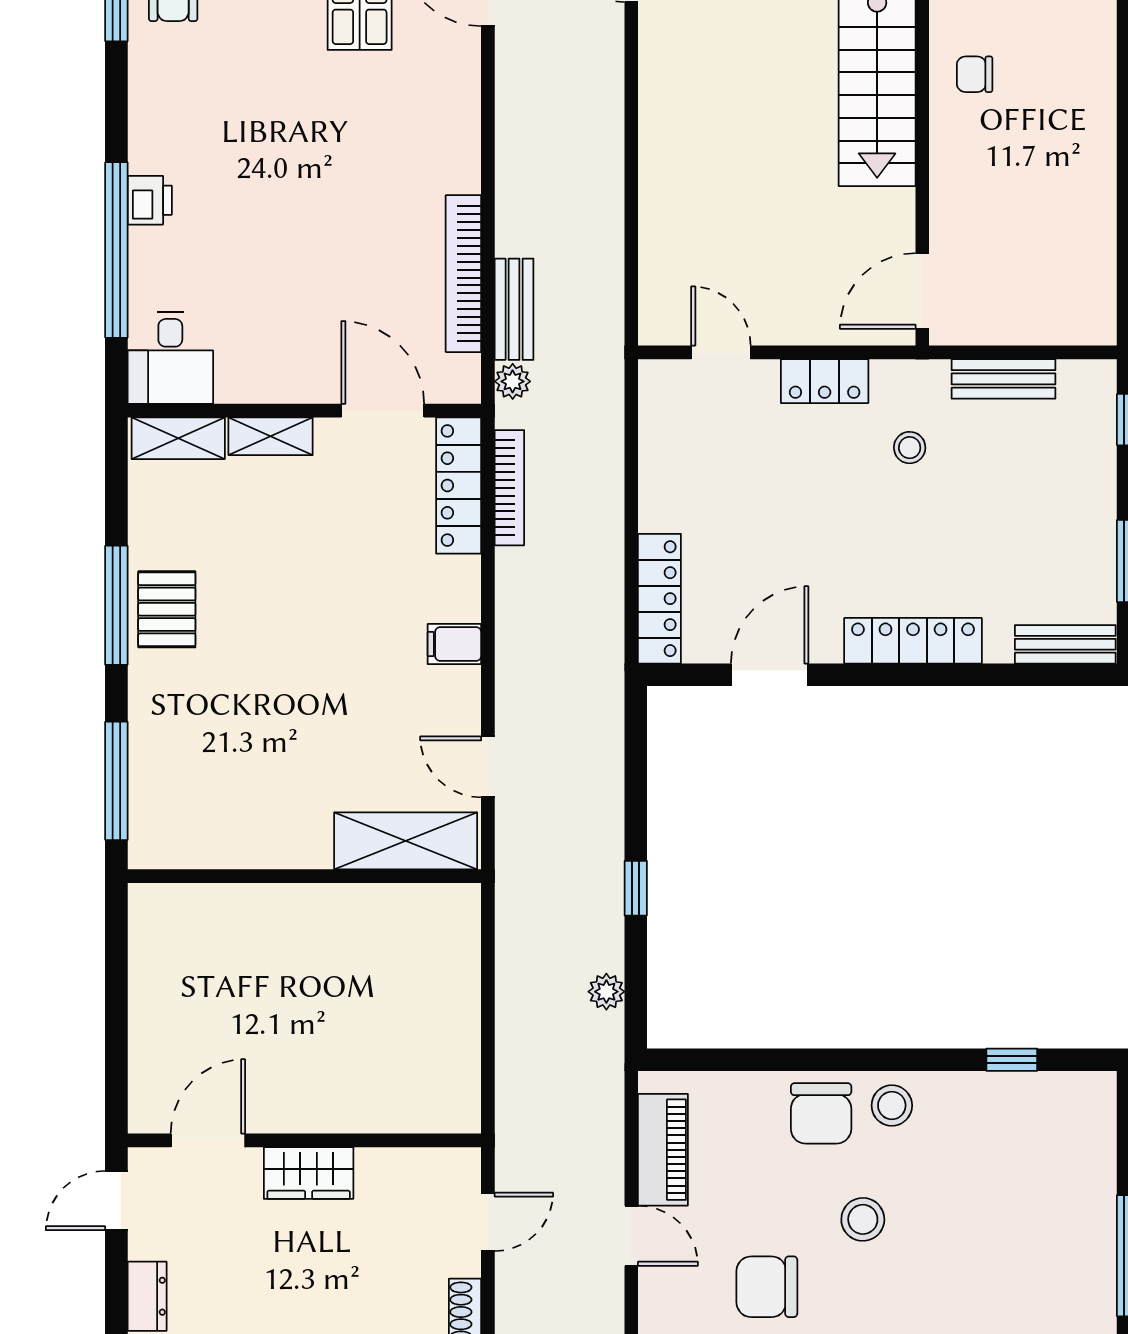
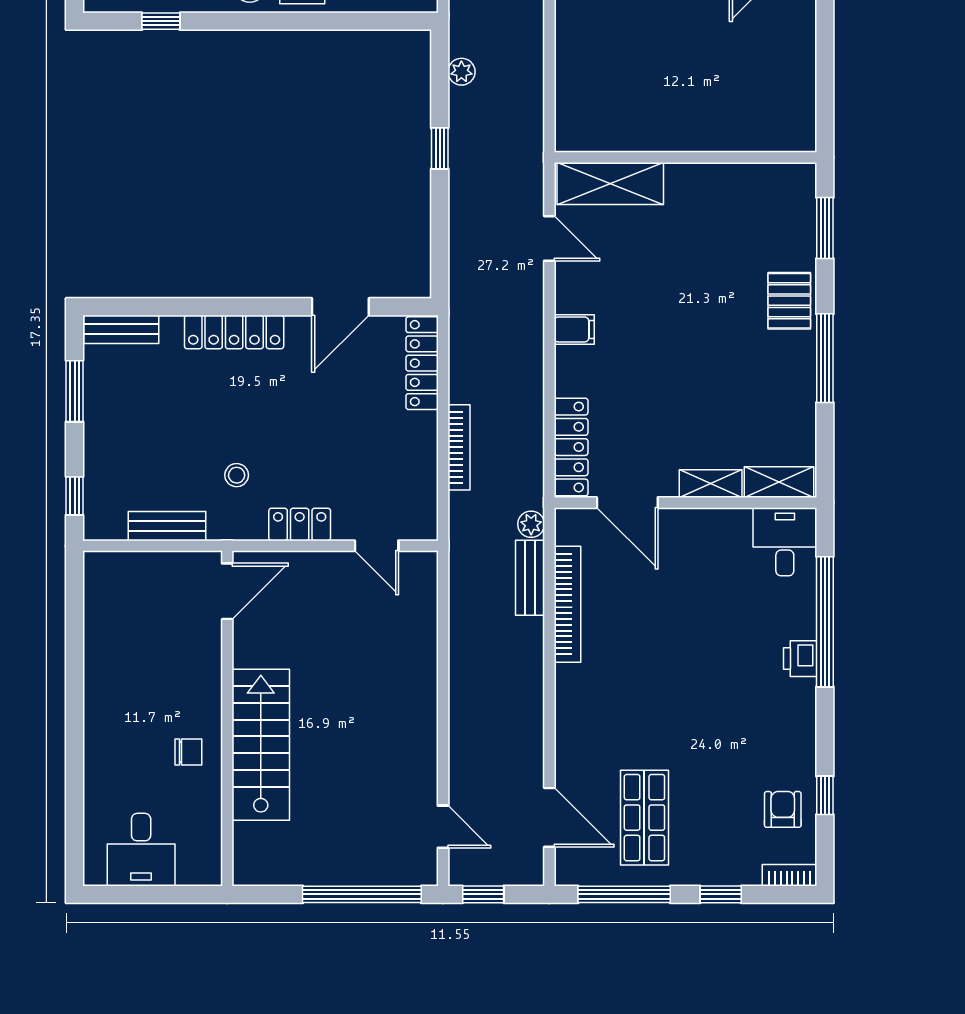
bookcase: (509, 488) -> (459, 447), moved, turned 180
pallet: (167, 609) -> (789, 301), moved
window: (116, 781) -> (825, 228), width x0.69

